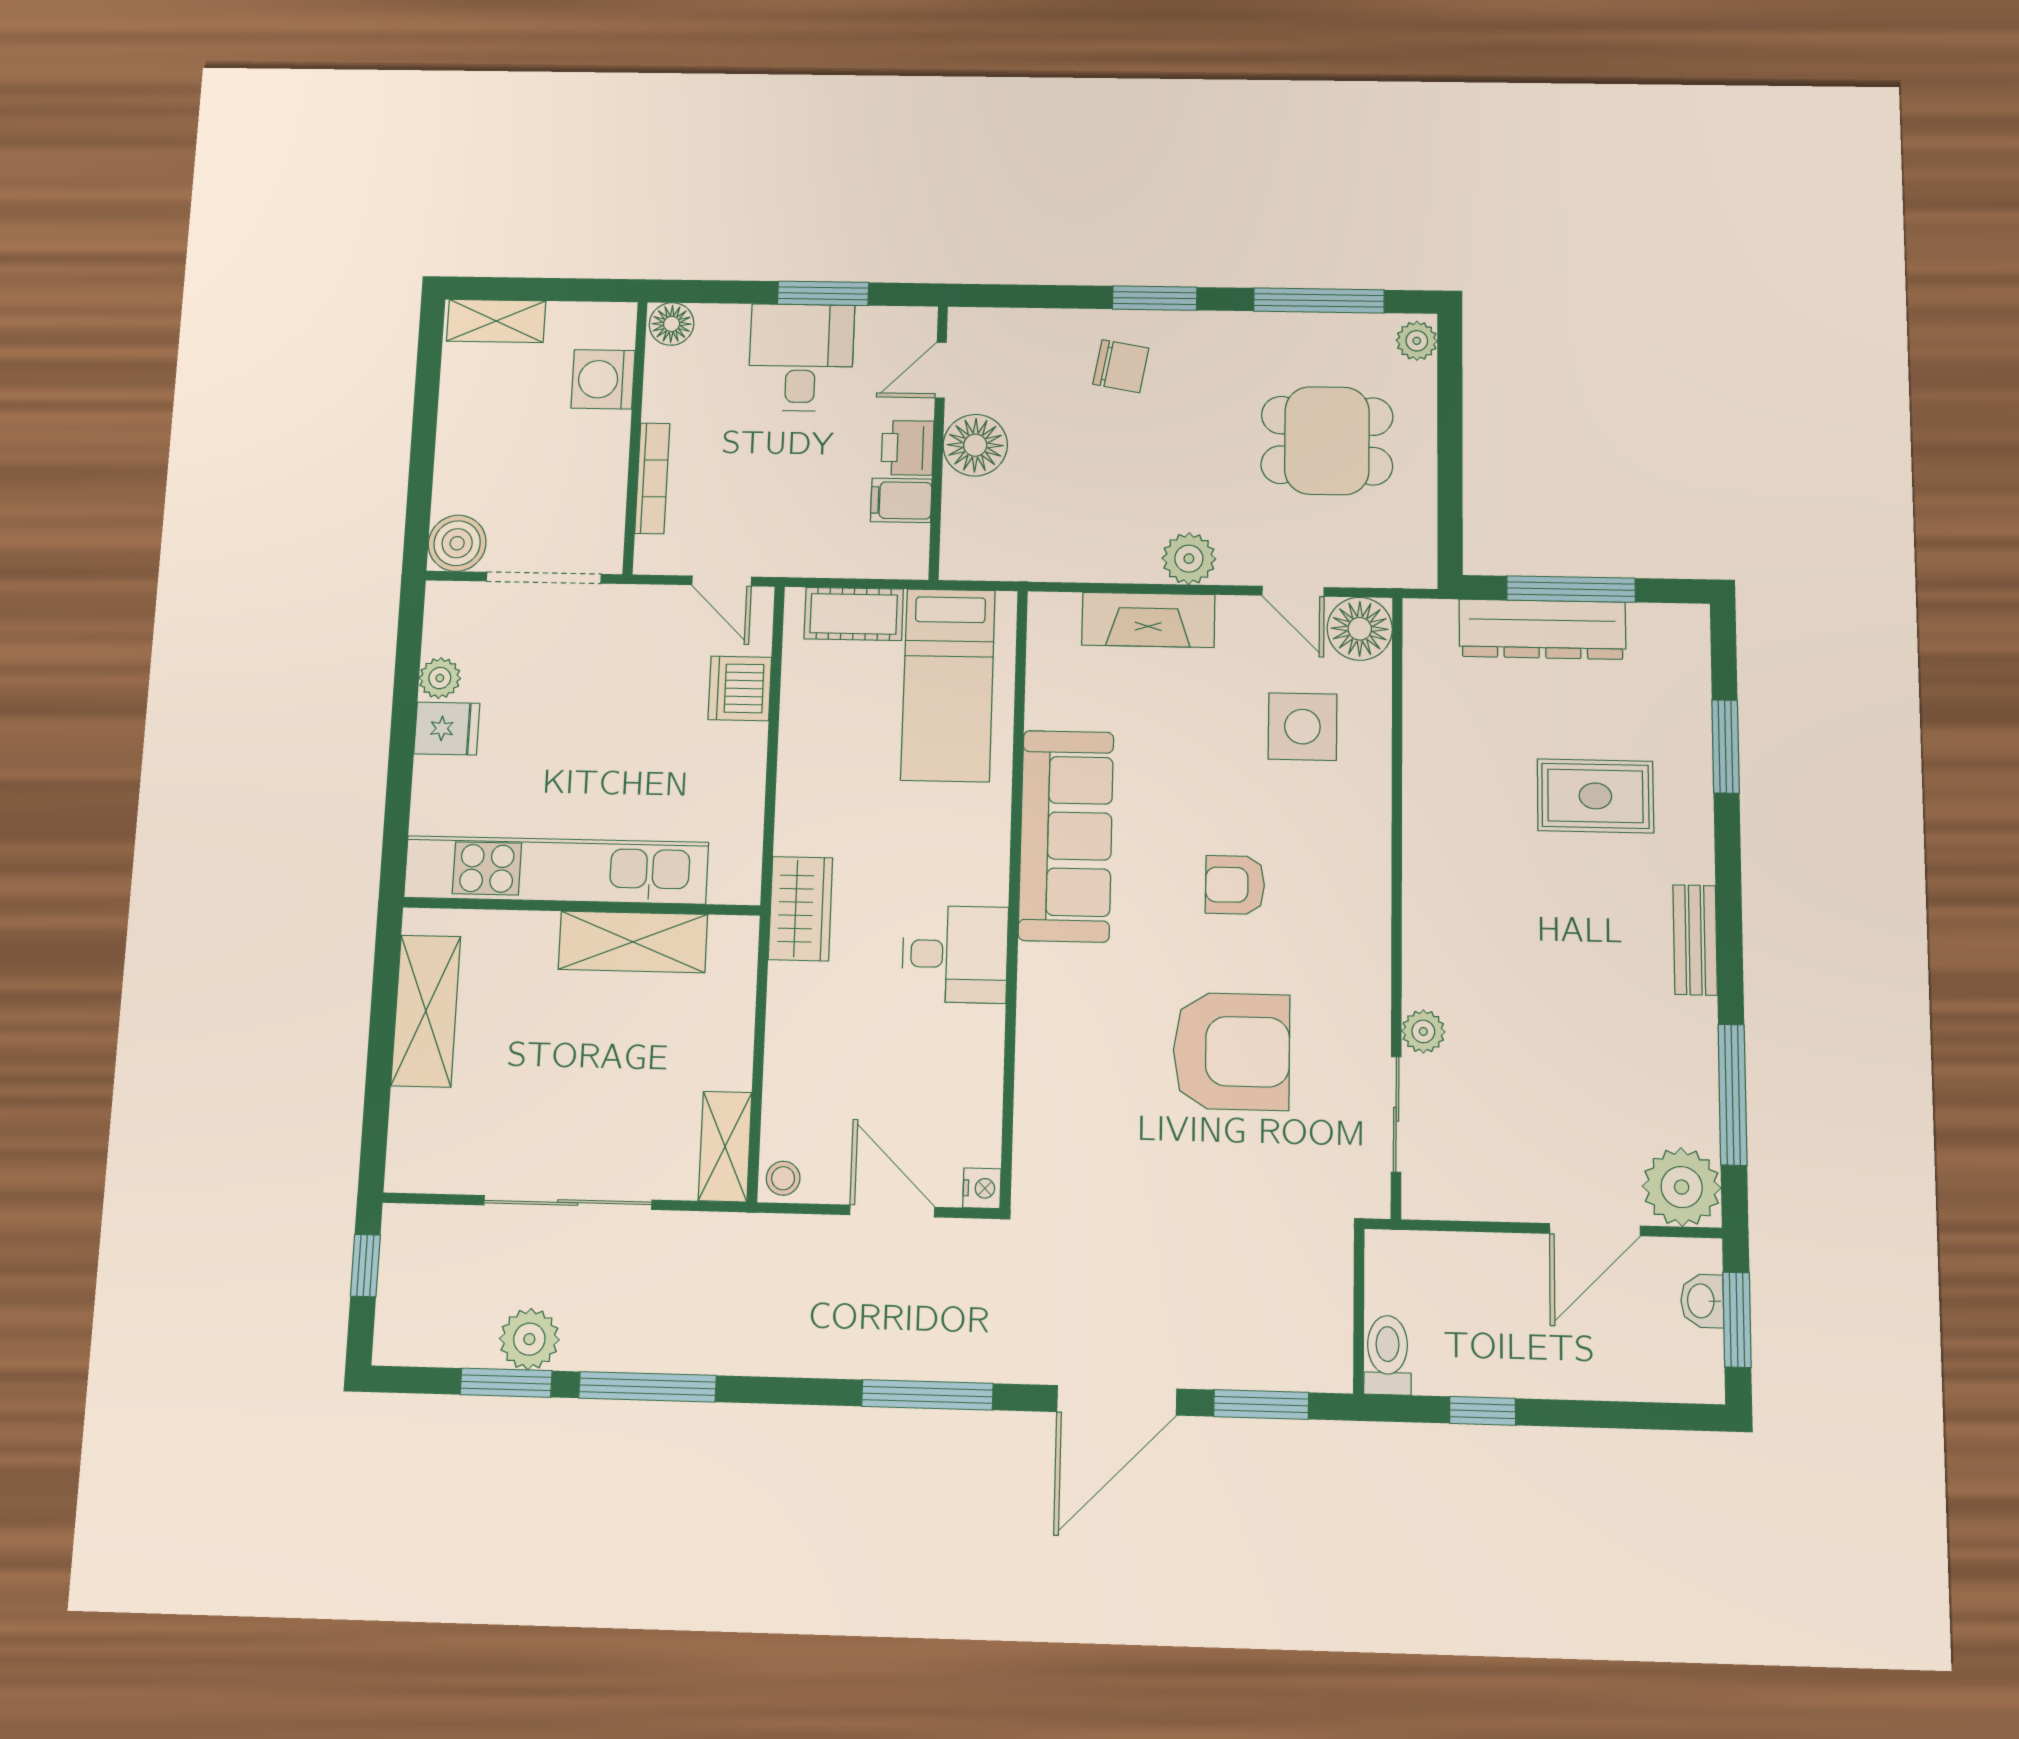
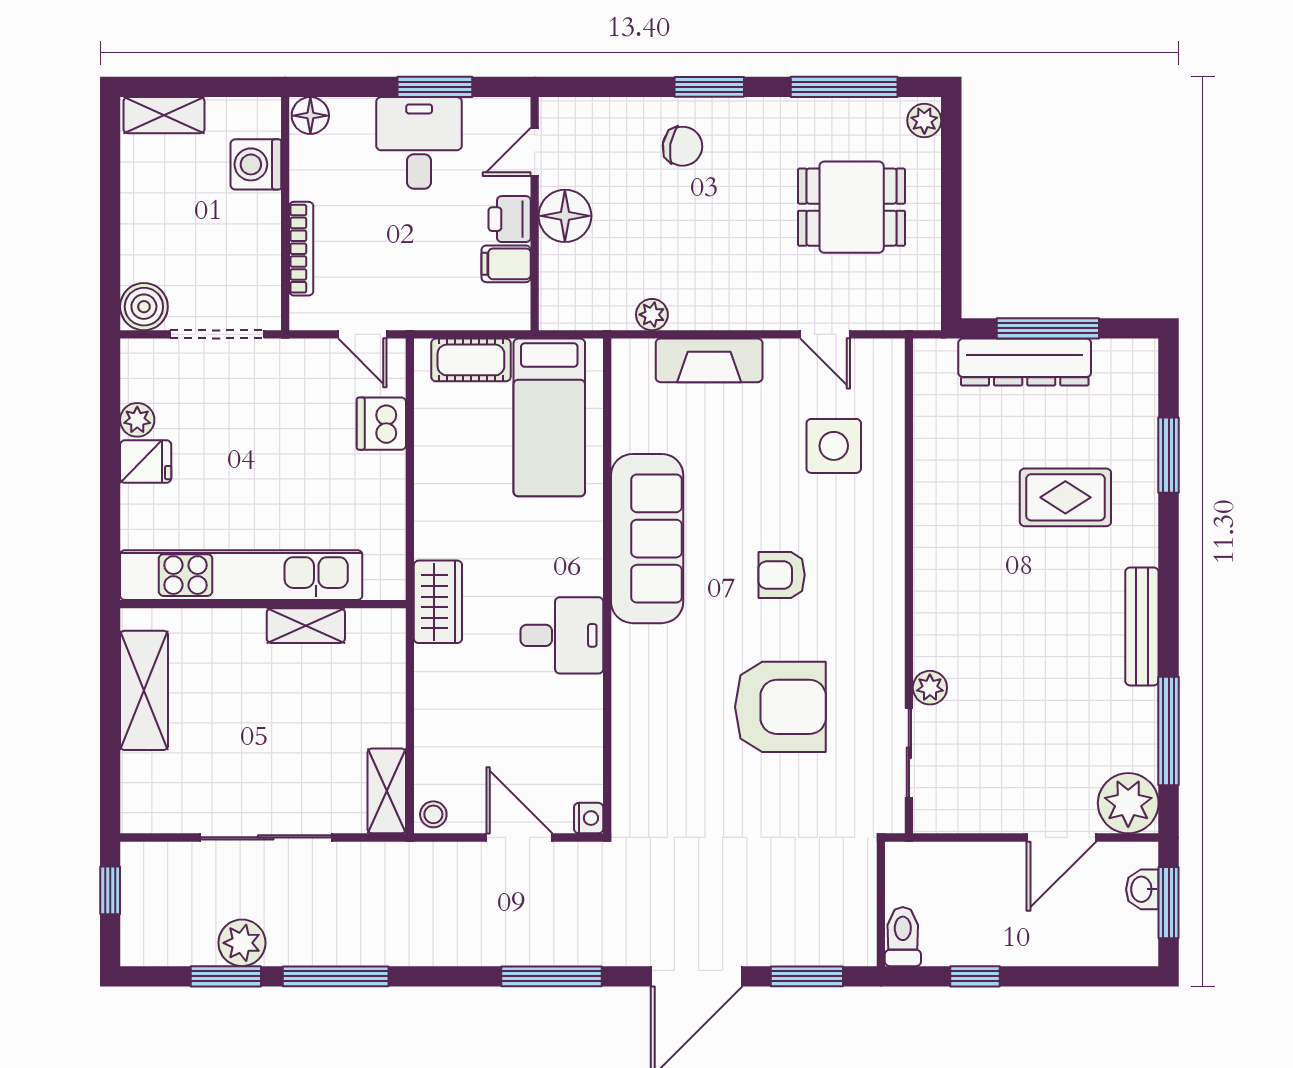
plant: (1189, 559) -> (652, 315), moved, width x0.73, depth x0.73
floor lamp: (1360, 629) -> (879, 365), removed
bench: (1695, 940) -> (1142, 626), width x1.36
shelving: (633, 942) -> (306, 626), width x0.67, depth x0.75

